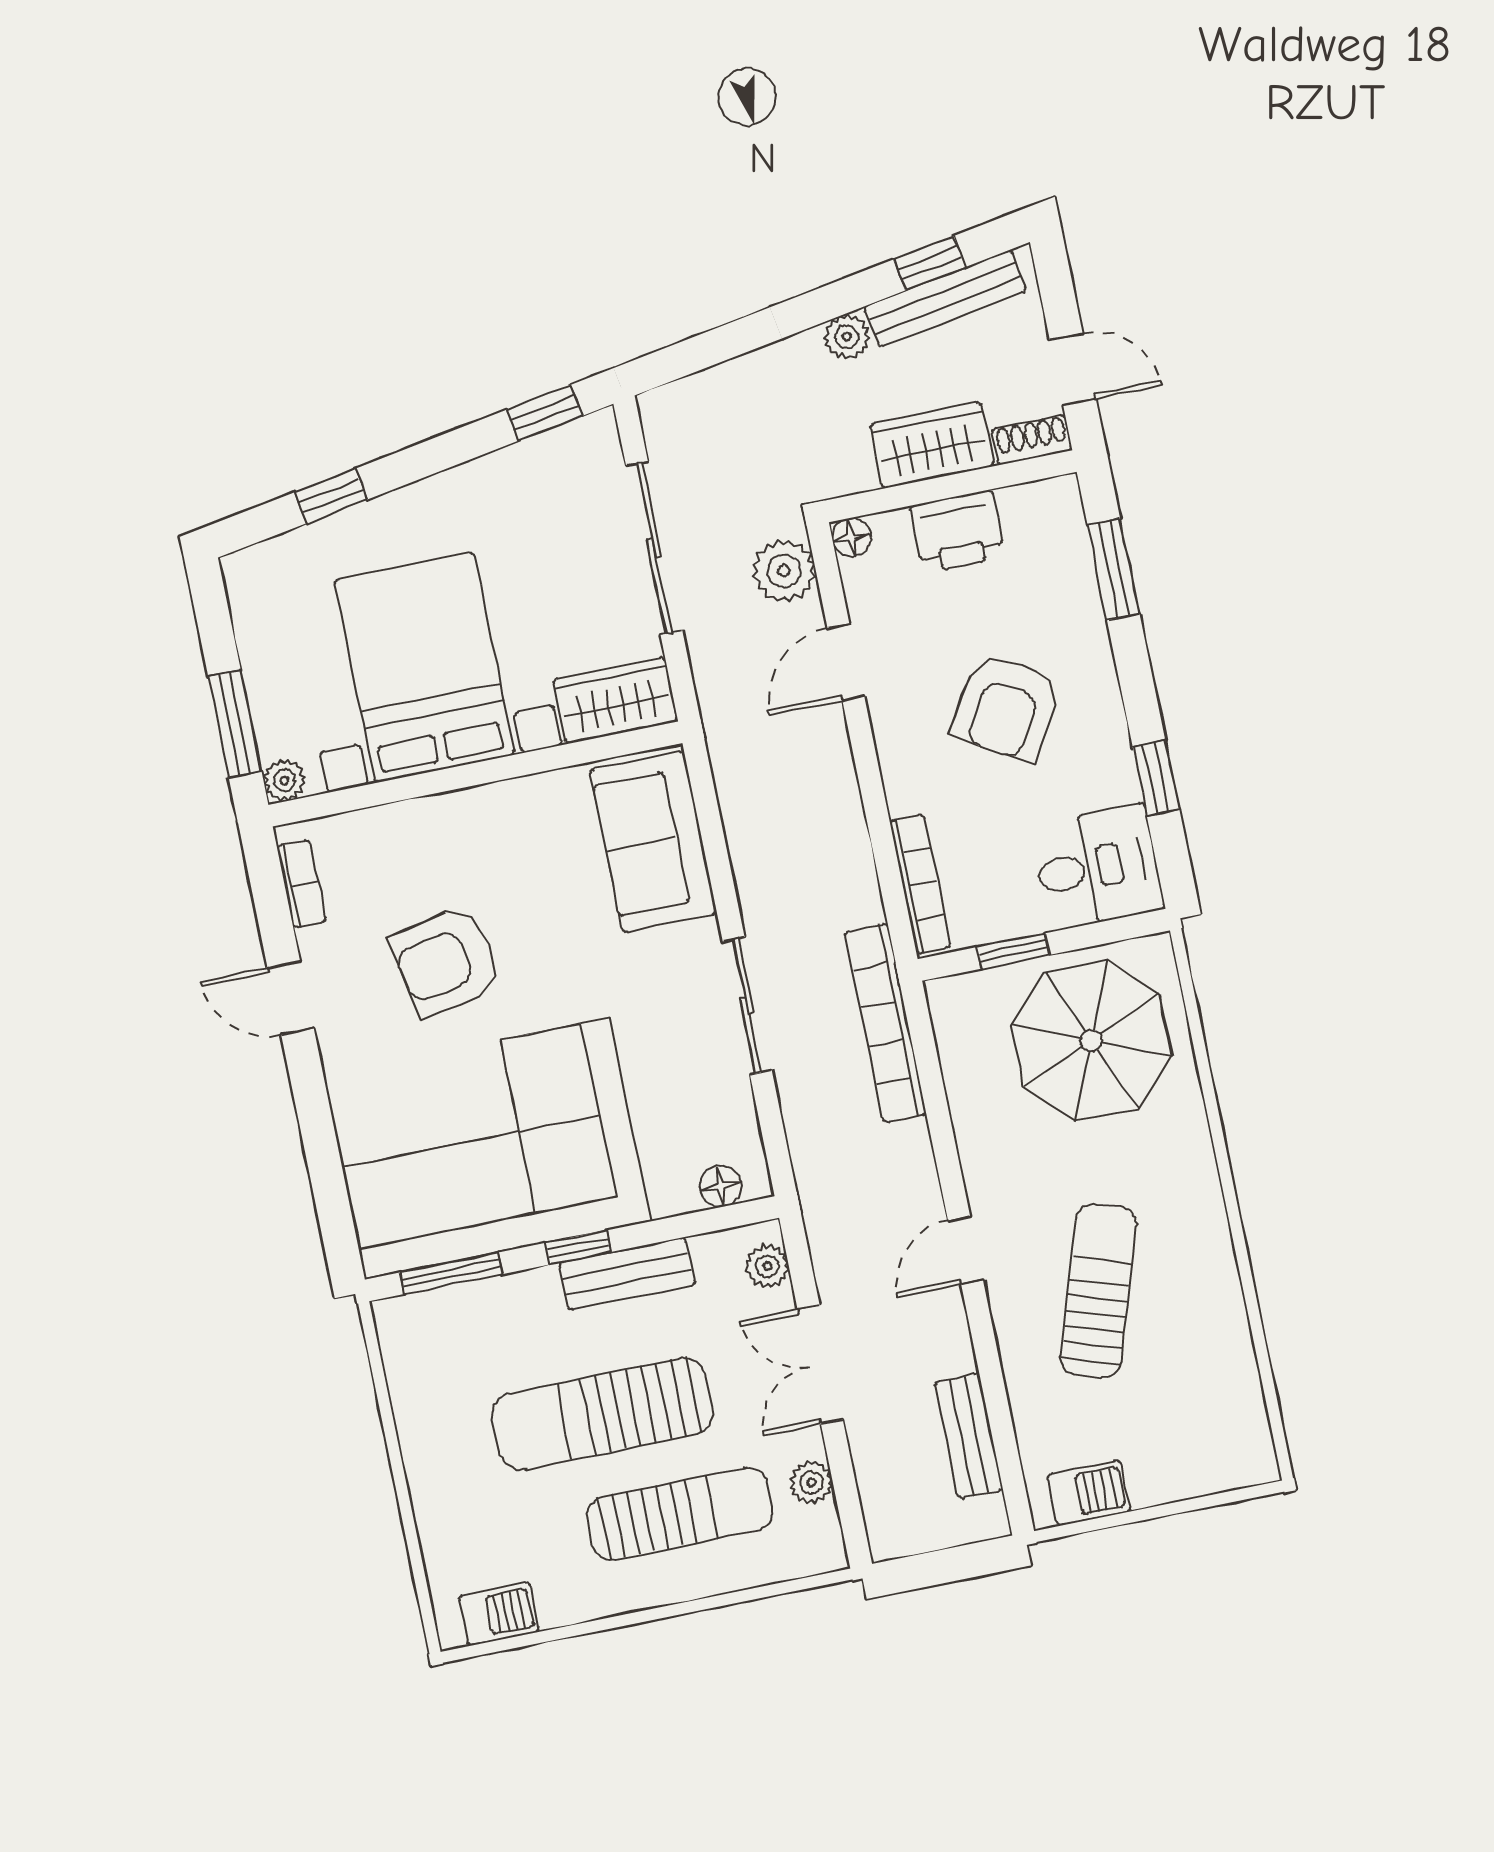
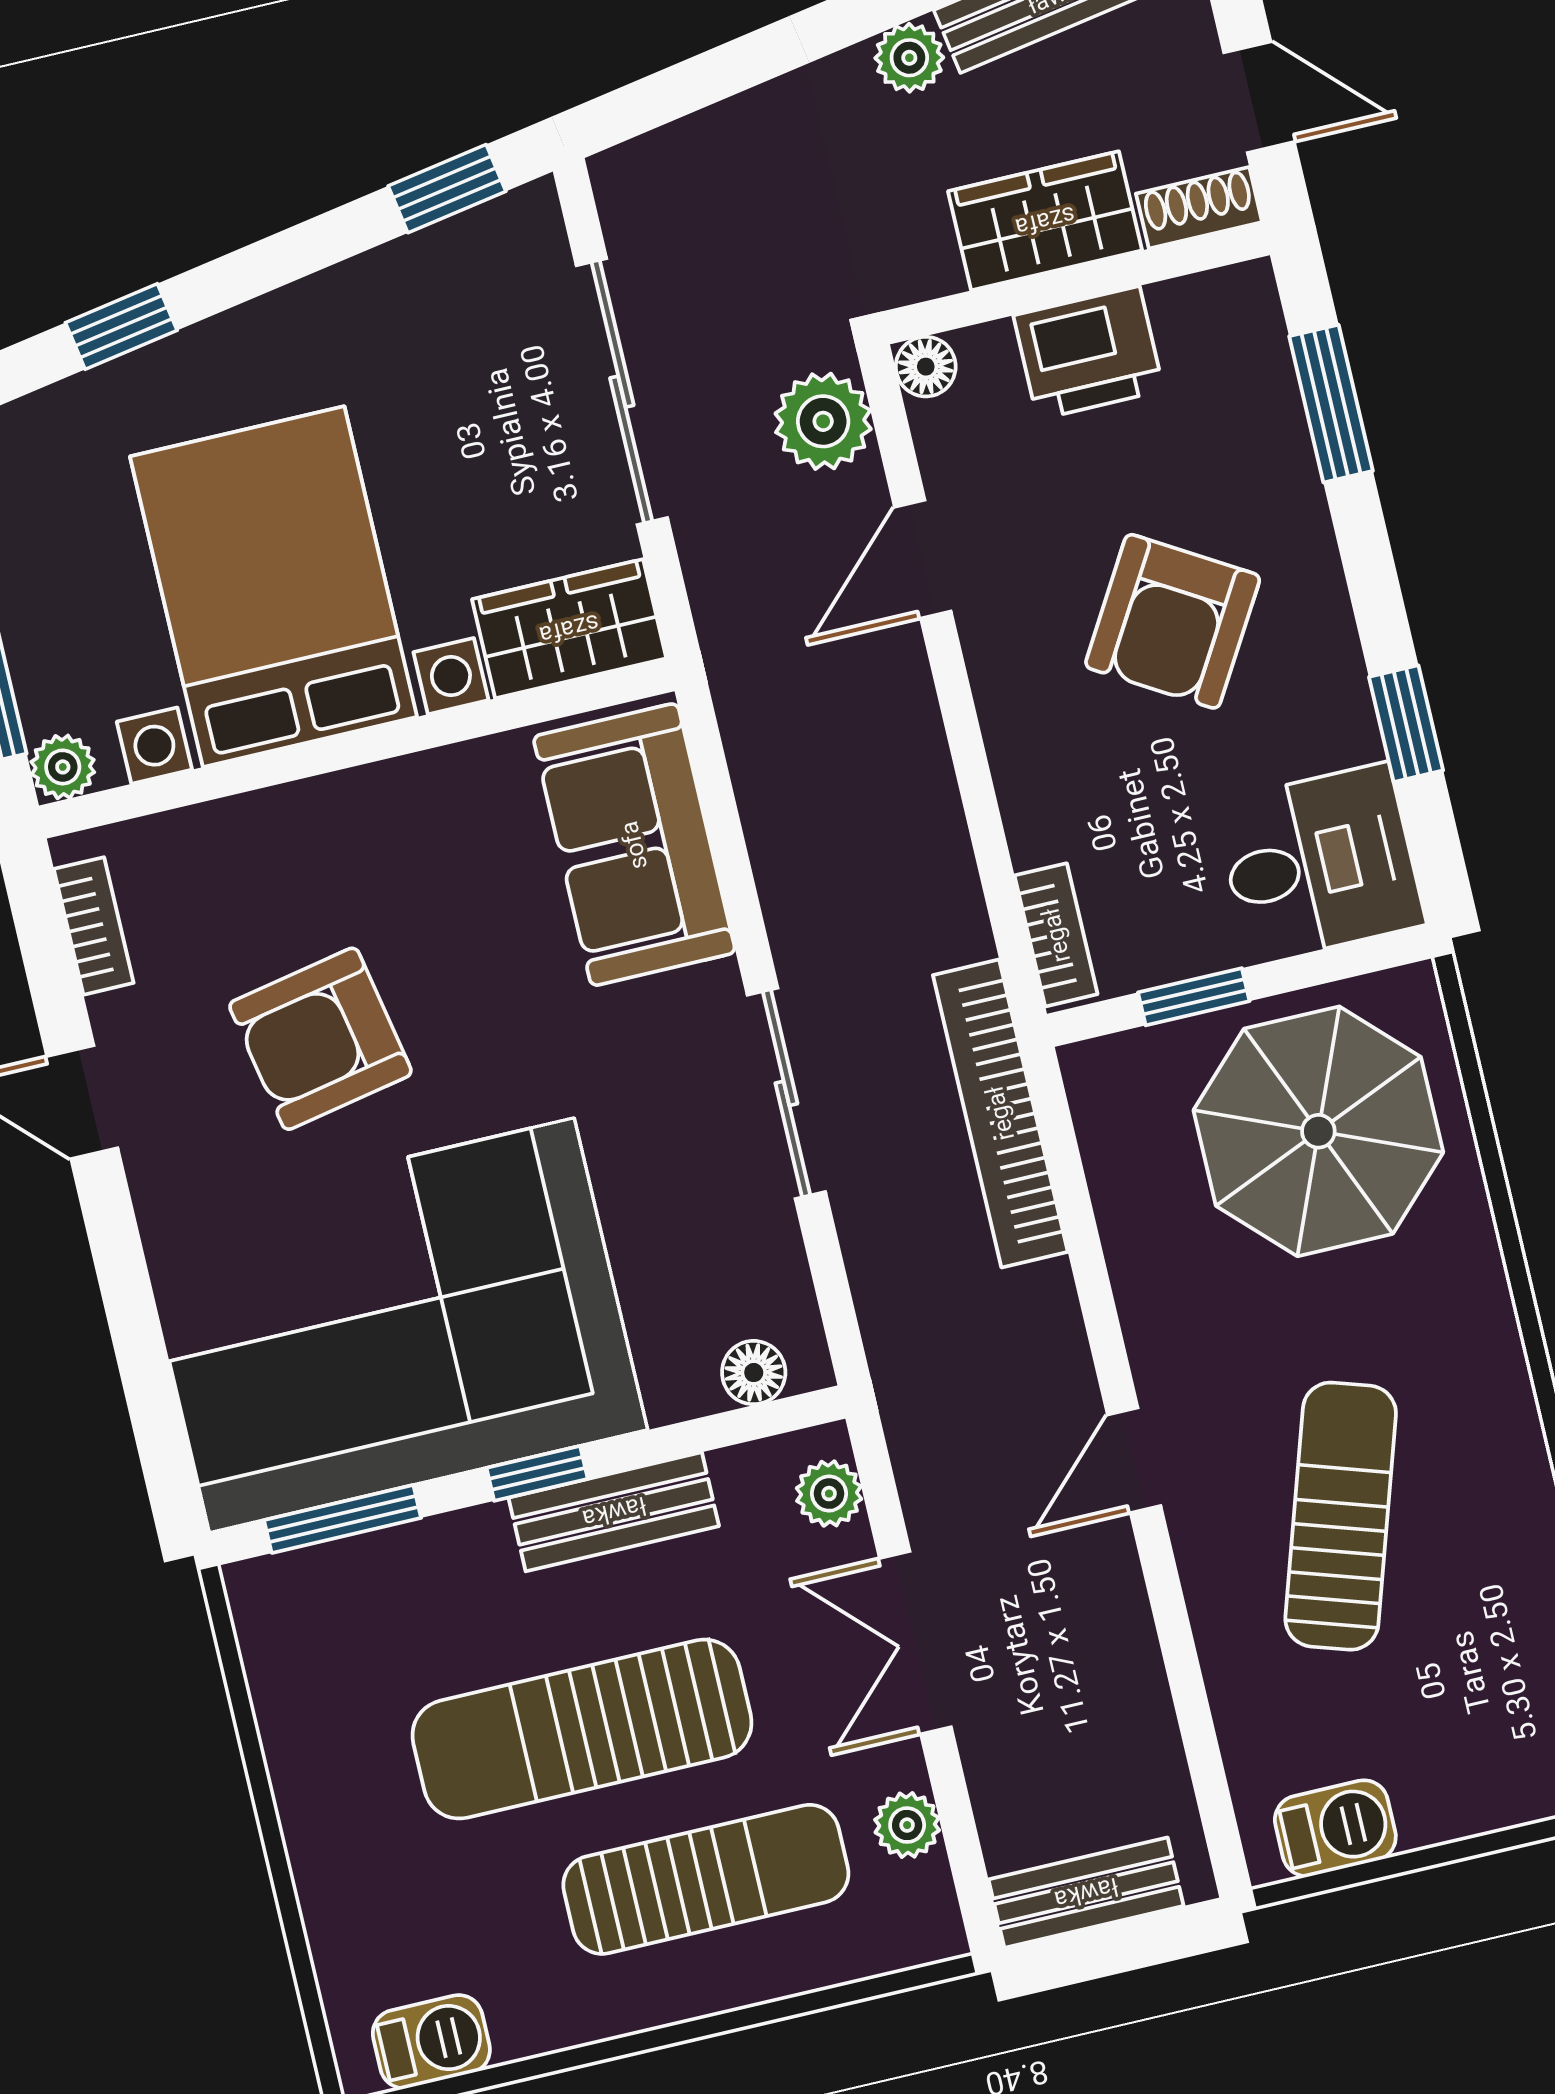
bookcase: (920, 884) -> (1056, 935), width x0.64
bench: (969, 1436) -> (1086, 1893), moved, turned 90

